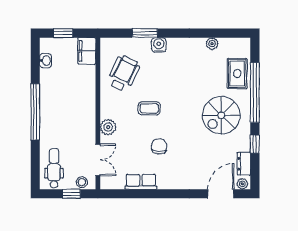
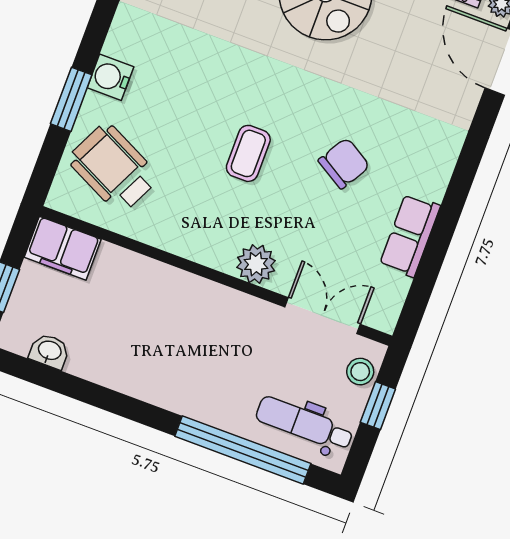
wheelchair: (123, 73) -> (113, 168), moved
window: (35, 112) -> (243, 450), moved
chair: (159, 146) -> (344, 163), turned 117

